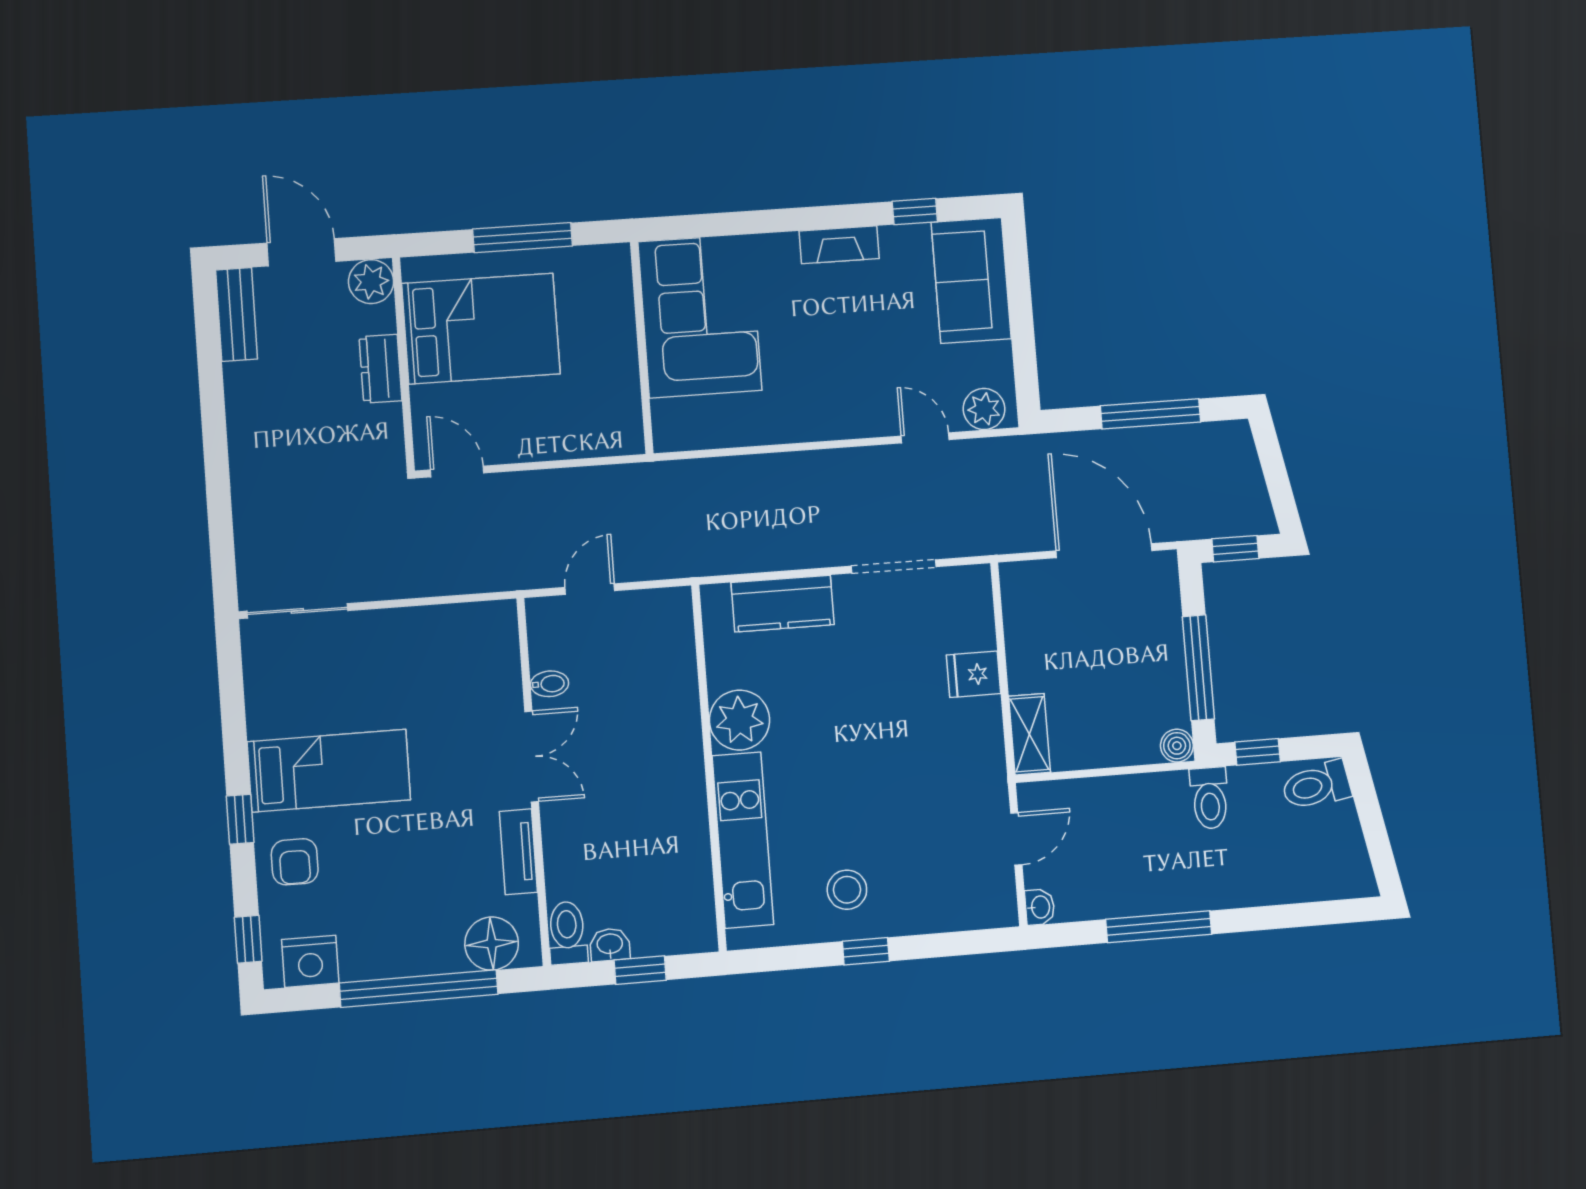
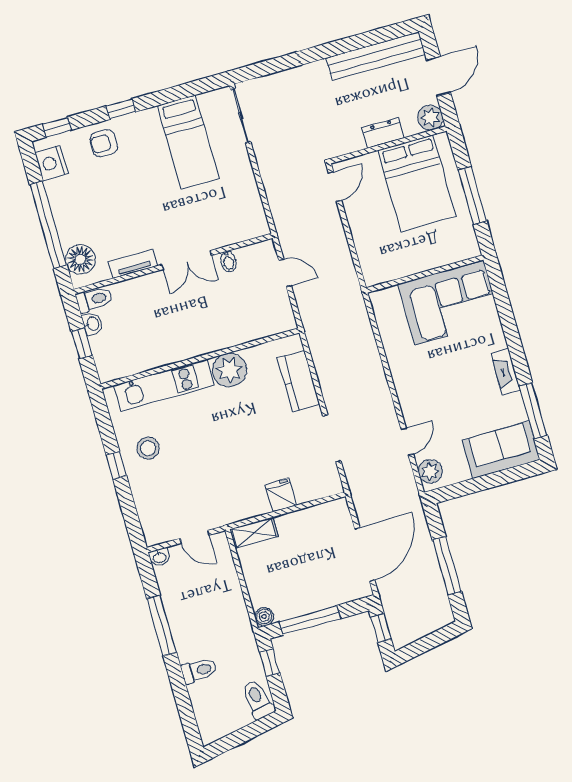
window: (915, 212) -> (533, 411), width x2.17
bench: (237, 314) -> (376, 56), width x1.86, depth x1.21
bed: (329, 771) -> (188, 142), moved
toilet: (1210, 798) -> (199, 670), moved, turned 180

